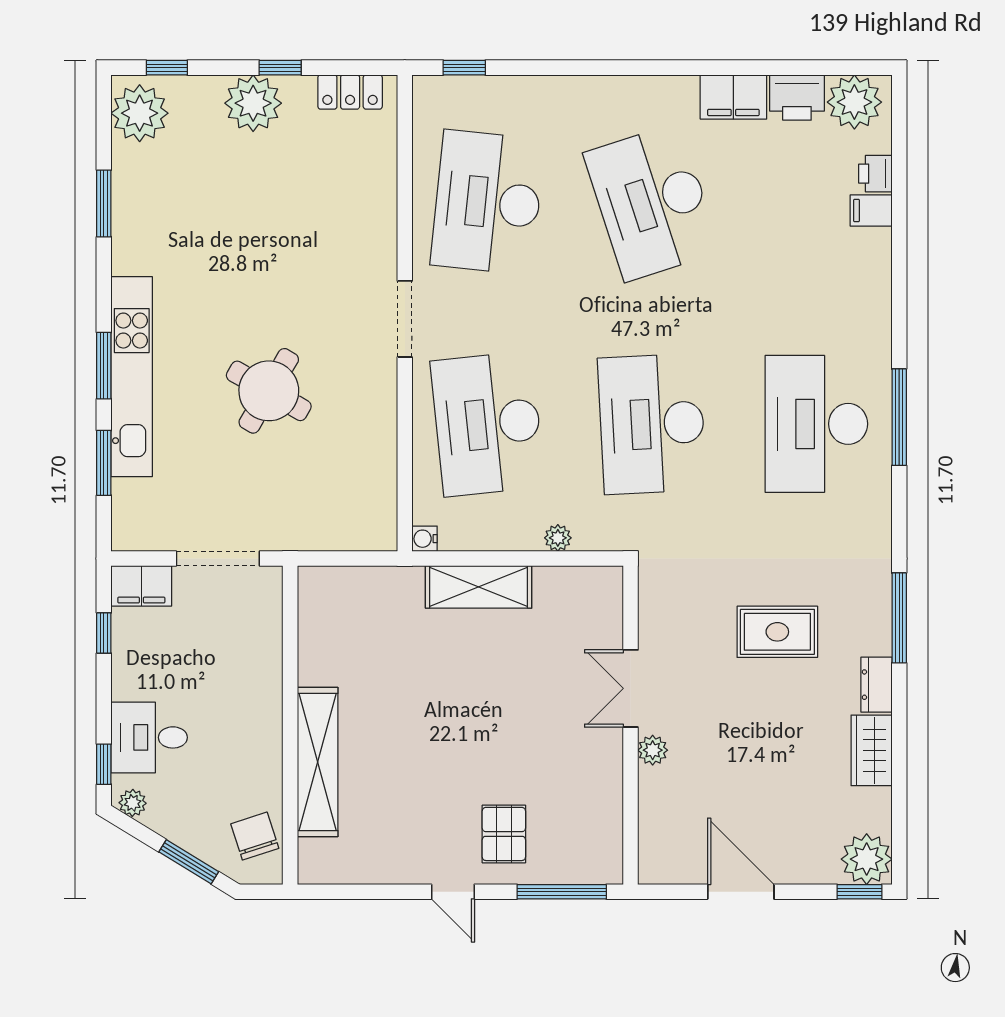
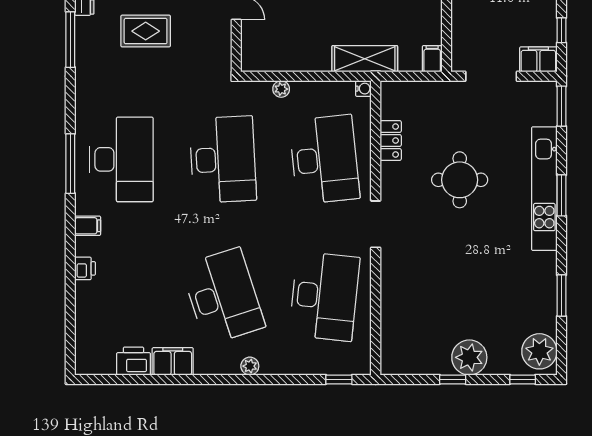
locker: (350, 92) -> (391, 141), moved, turned 90
plant: (854, 102) -> (250, 366), moved, width x0.53, depth x0.53
printer: (875, 174) -> (85, 268), moved
filing cabinet: (871, 211) -> (88, 226), moved
round table: (269, 391) -> (460, 180), turned -30
window: (104, 463) -> (562, 106), moved
filing cabinet: (313, 587) -> (432, 59), added
shelving: (479, 587) -> (365, 59), moved

